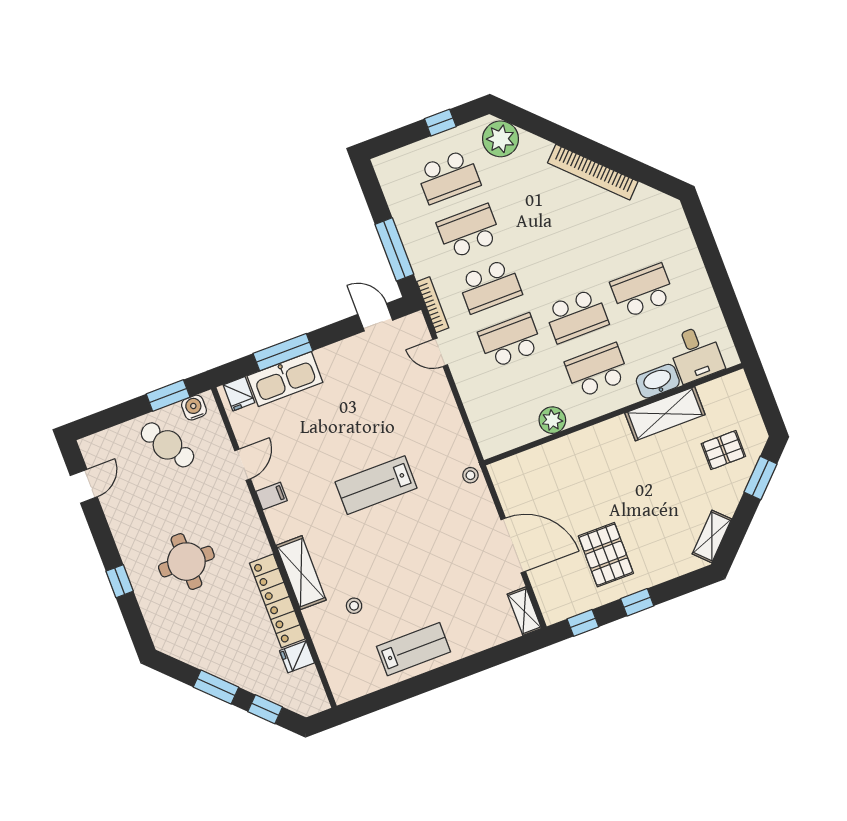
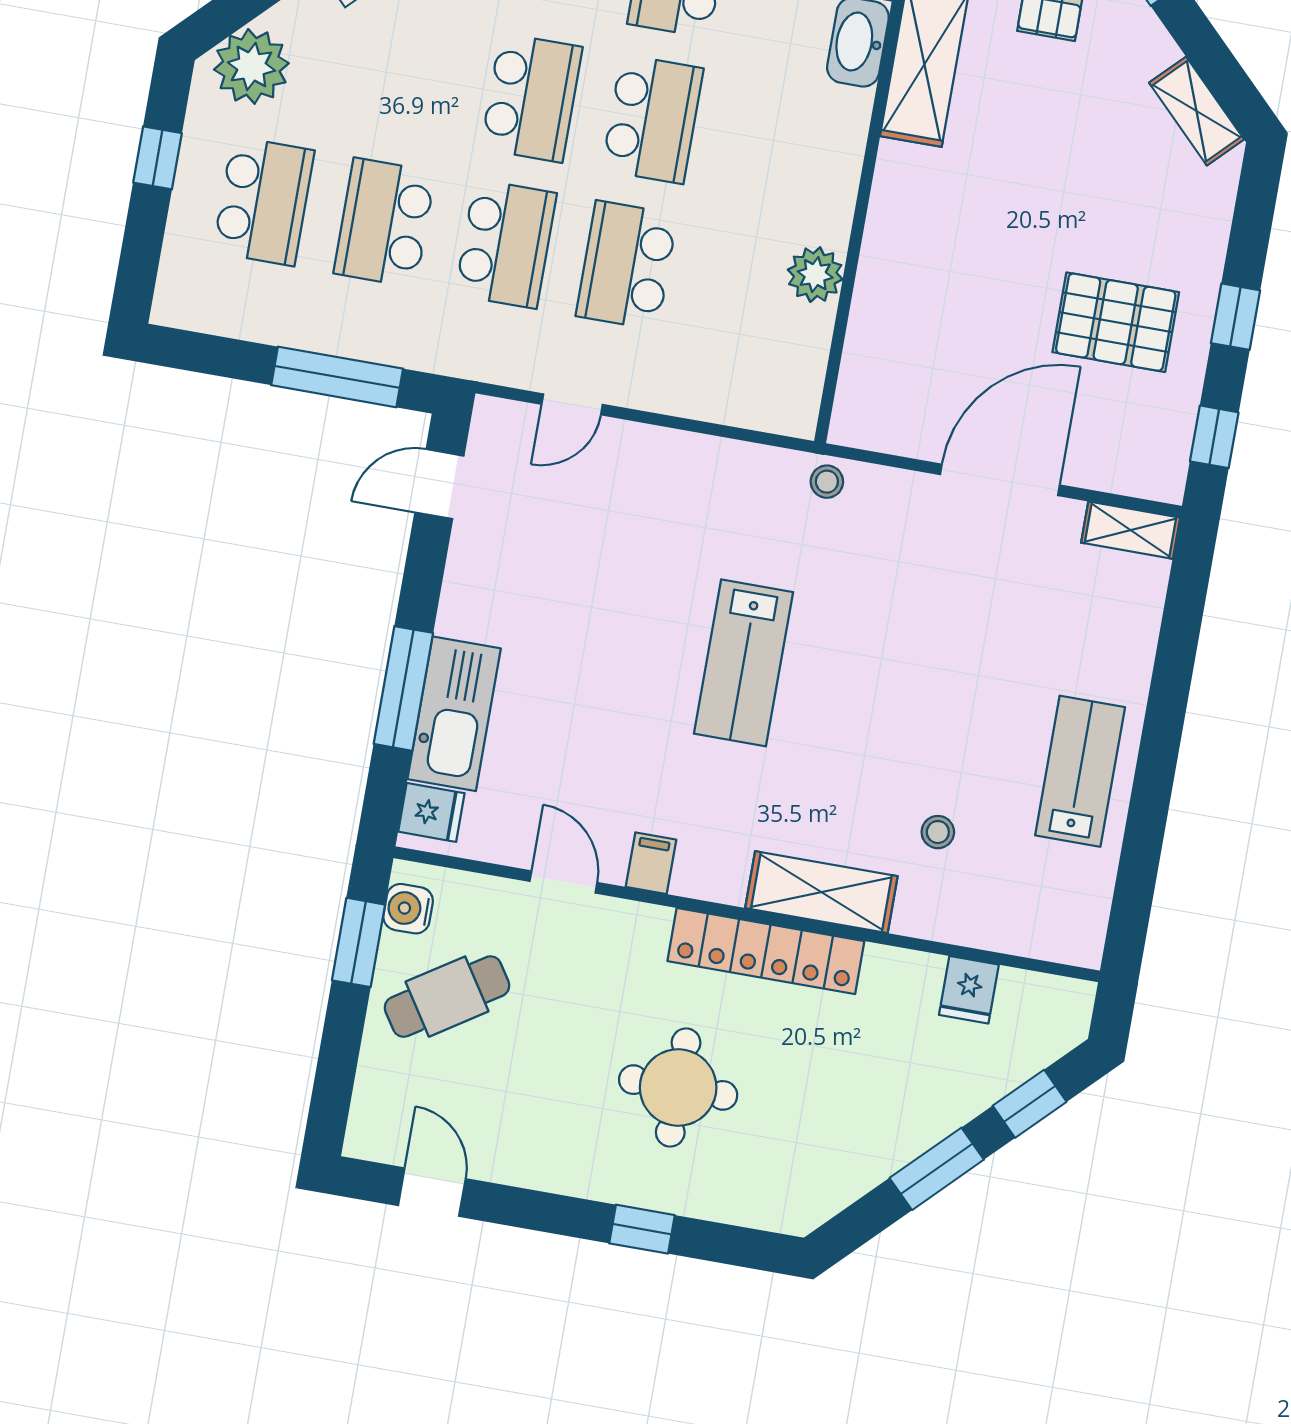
bookcase: (433, 305) -> (478, 367), removed
school desk: (597, 370) -> (531, 98), moved, turned 180
locker: (277, 601) -> (766, 951), moved

